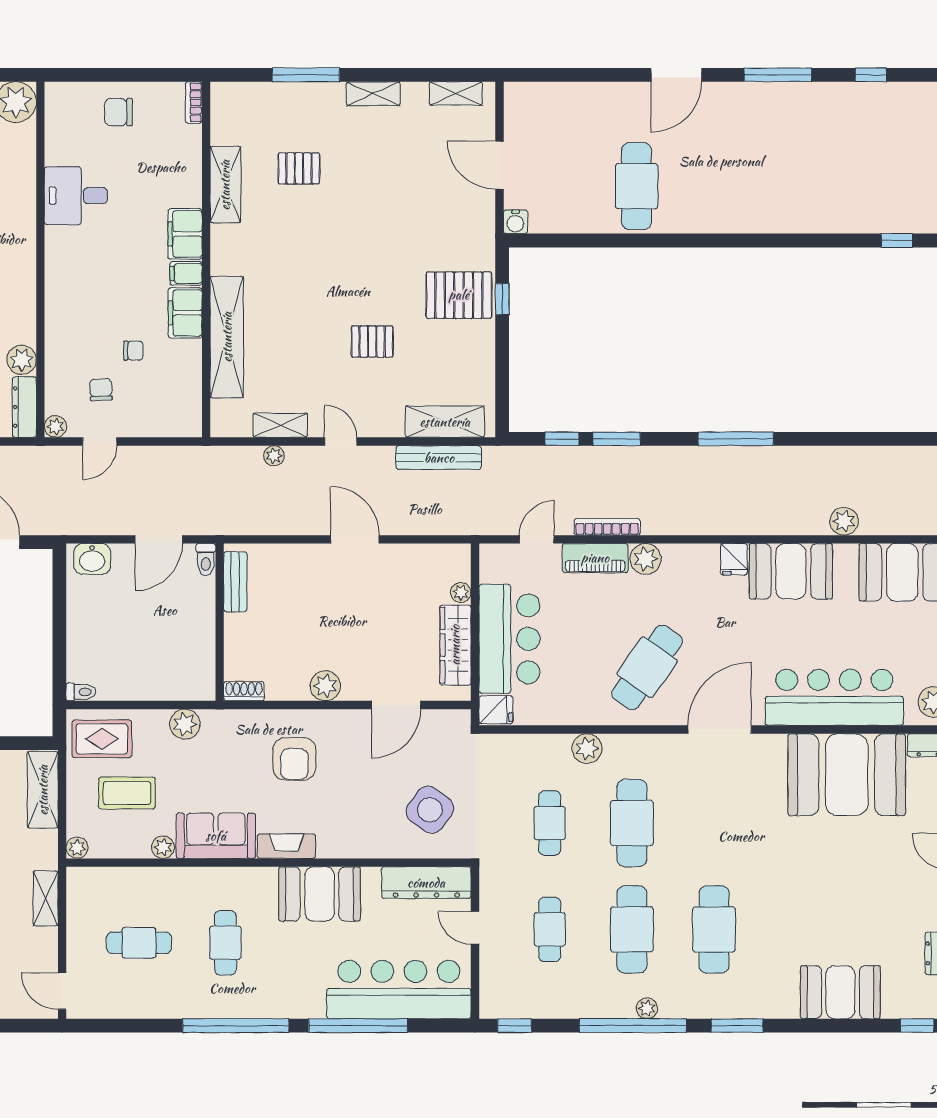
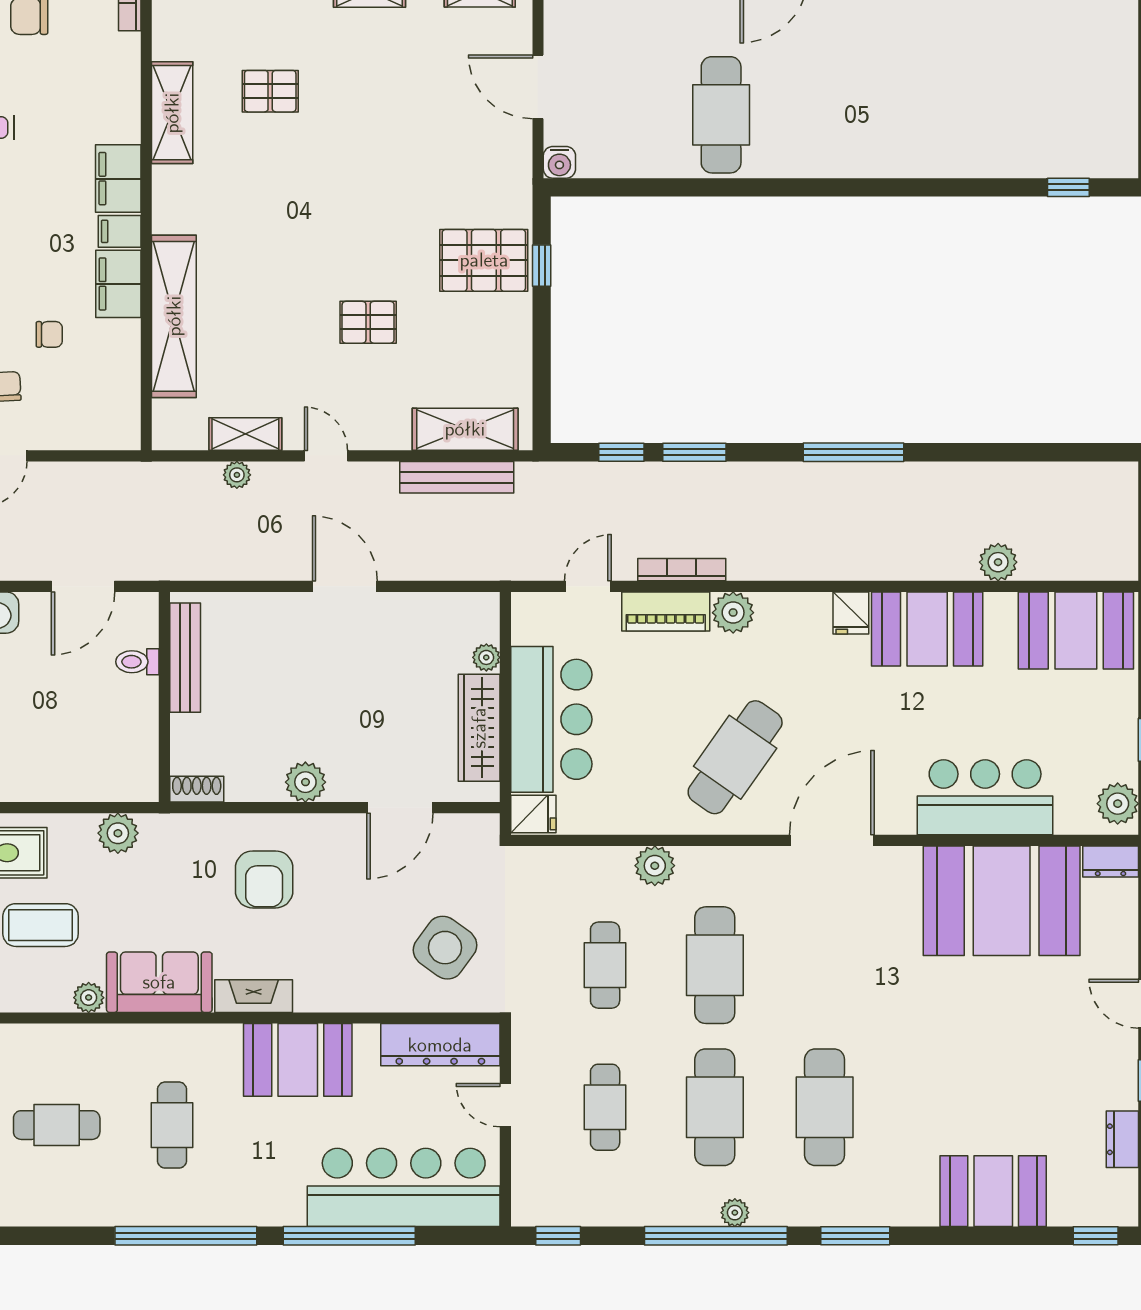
toilet: (206, 560) -> (137, 662), moved, turned 90
bench: (235, 582) -> (185, 658), width x1.36
bar counter: (834, 697) -> (985, 797), width x0.73

